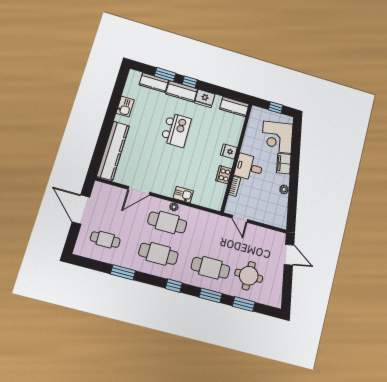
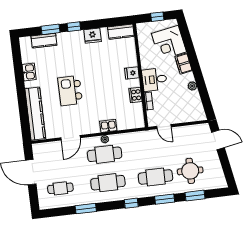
kitchen counter: (182, 91) -> (70, 38), removed
kitchen island: (176, 130) -> (70, 91), moved, turned 180

